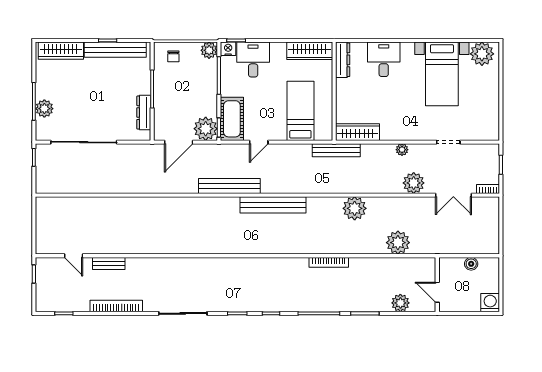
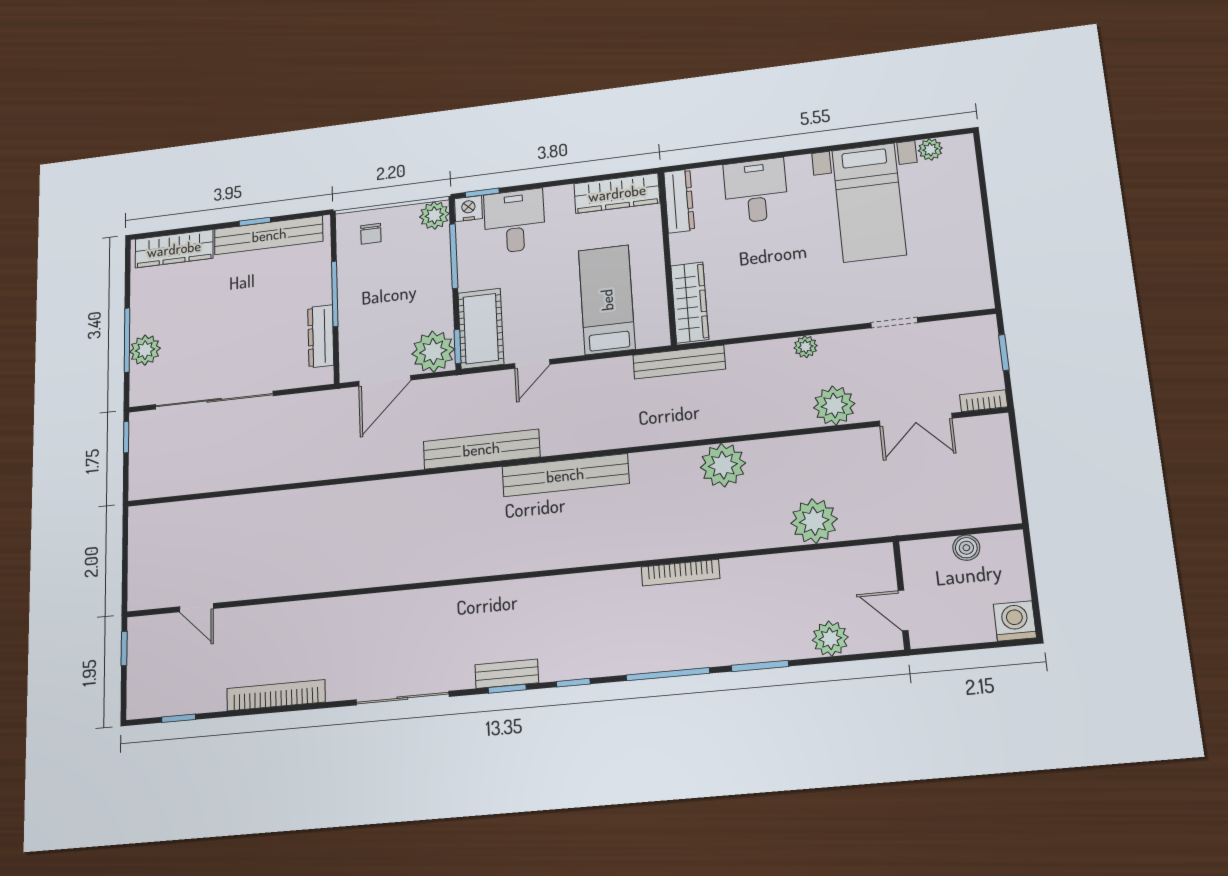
plant: (482, 54) -> (930, 149), width x0.53, depth x0.53
wardrobe: (357, 132) -> (690, 302), moved, turned 90
bench: (109, 263) -> (507, 674), moved

